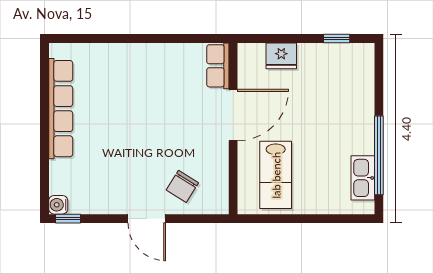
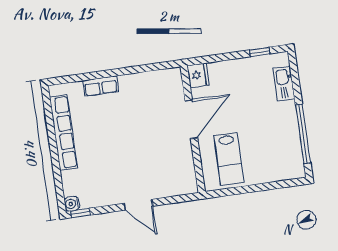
fridge: (281, 56) -> (198, 75), moved, turned -90
row of seats: (218, 66) -> (101, 86), moved, turned -90
kitchen sink: (363, 178) -> (284, 83), moved
chair: (182, 186) -> (161, 177), removed

